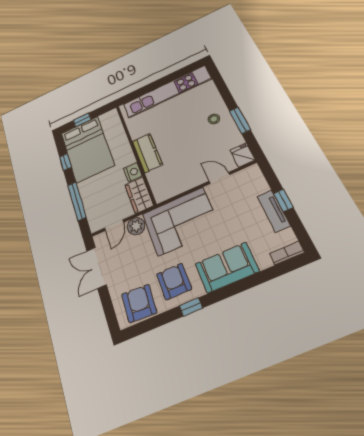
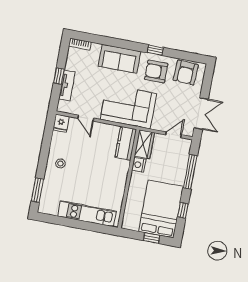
kitchen unit: (167, 92) -> (87, 214), width x0.73
window: (240, 120) -> (37, 190), moved
kitchen counter: (147, 153) -> (126, 143), moved
tv unit: (274, 211) -> (67, 86), moved
plant: (136, 226) -> (159, 124), removed
armchair: (174, 281) -> (156, 72), turned 90

